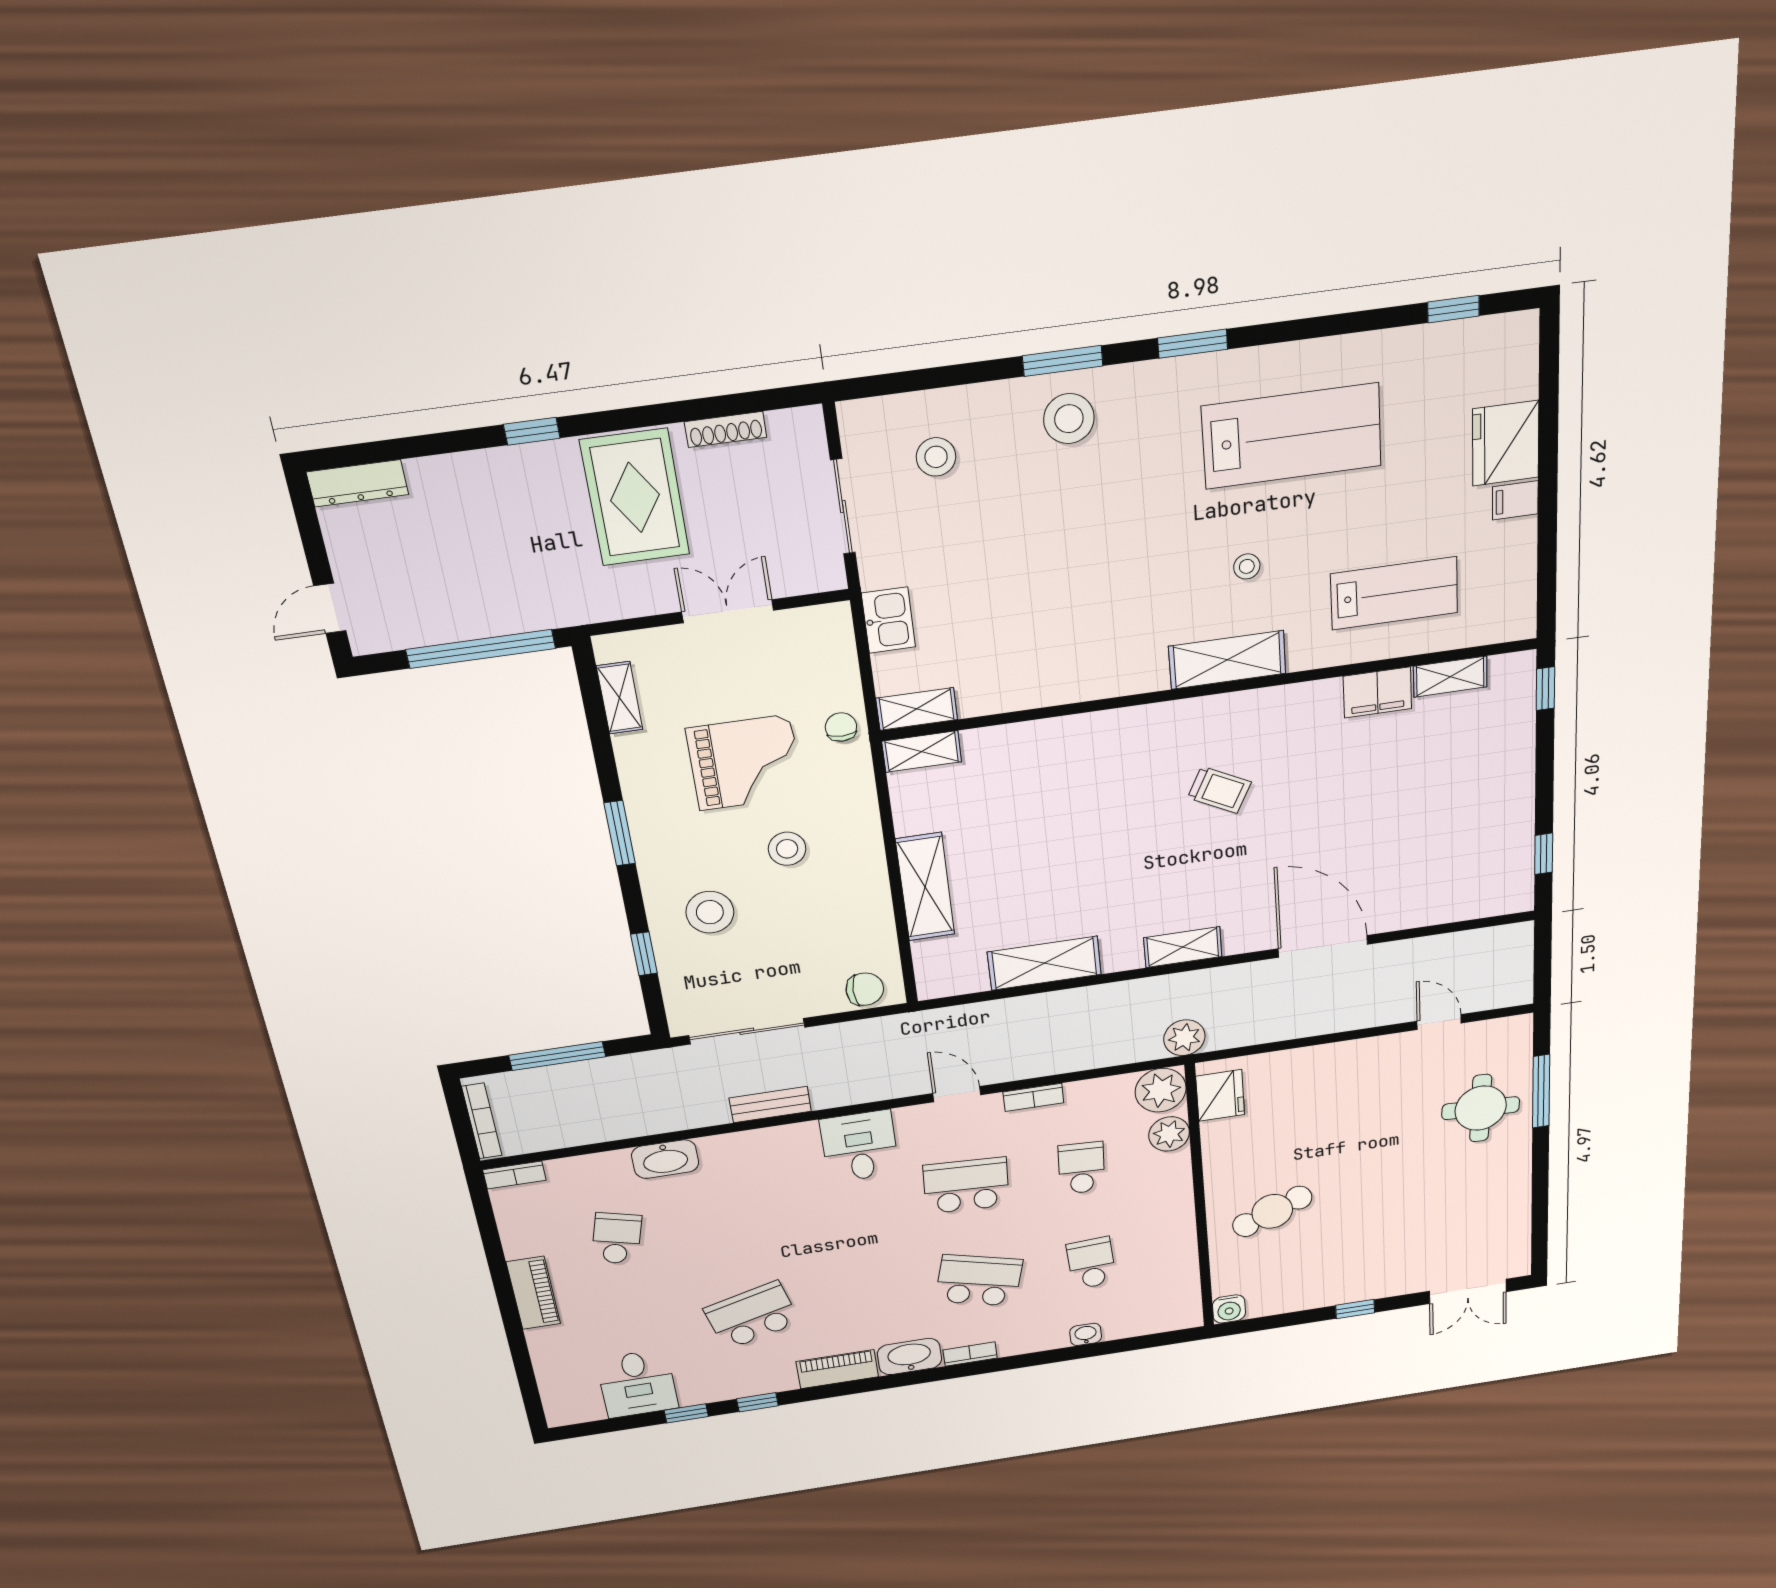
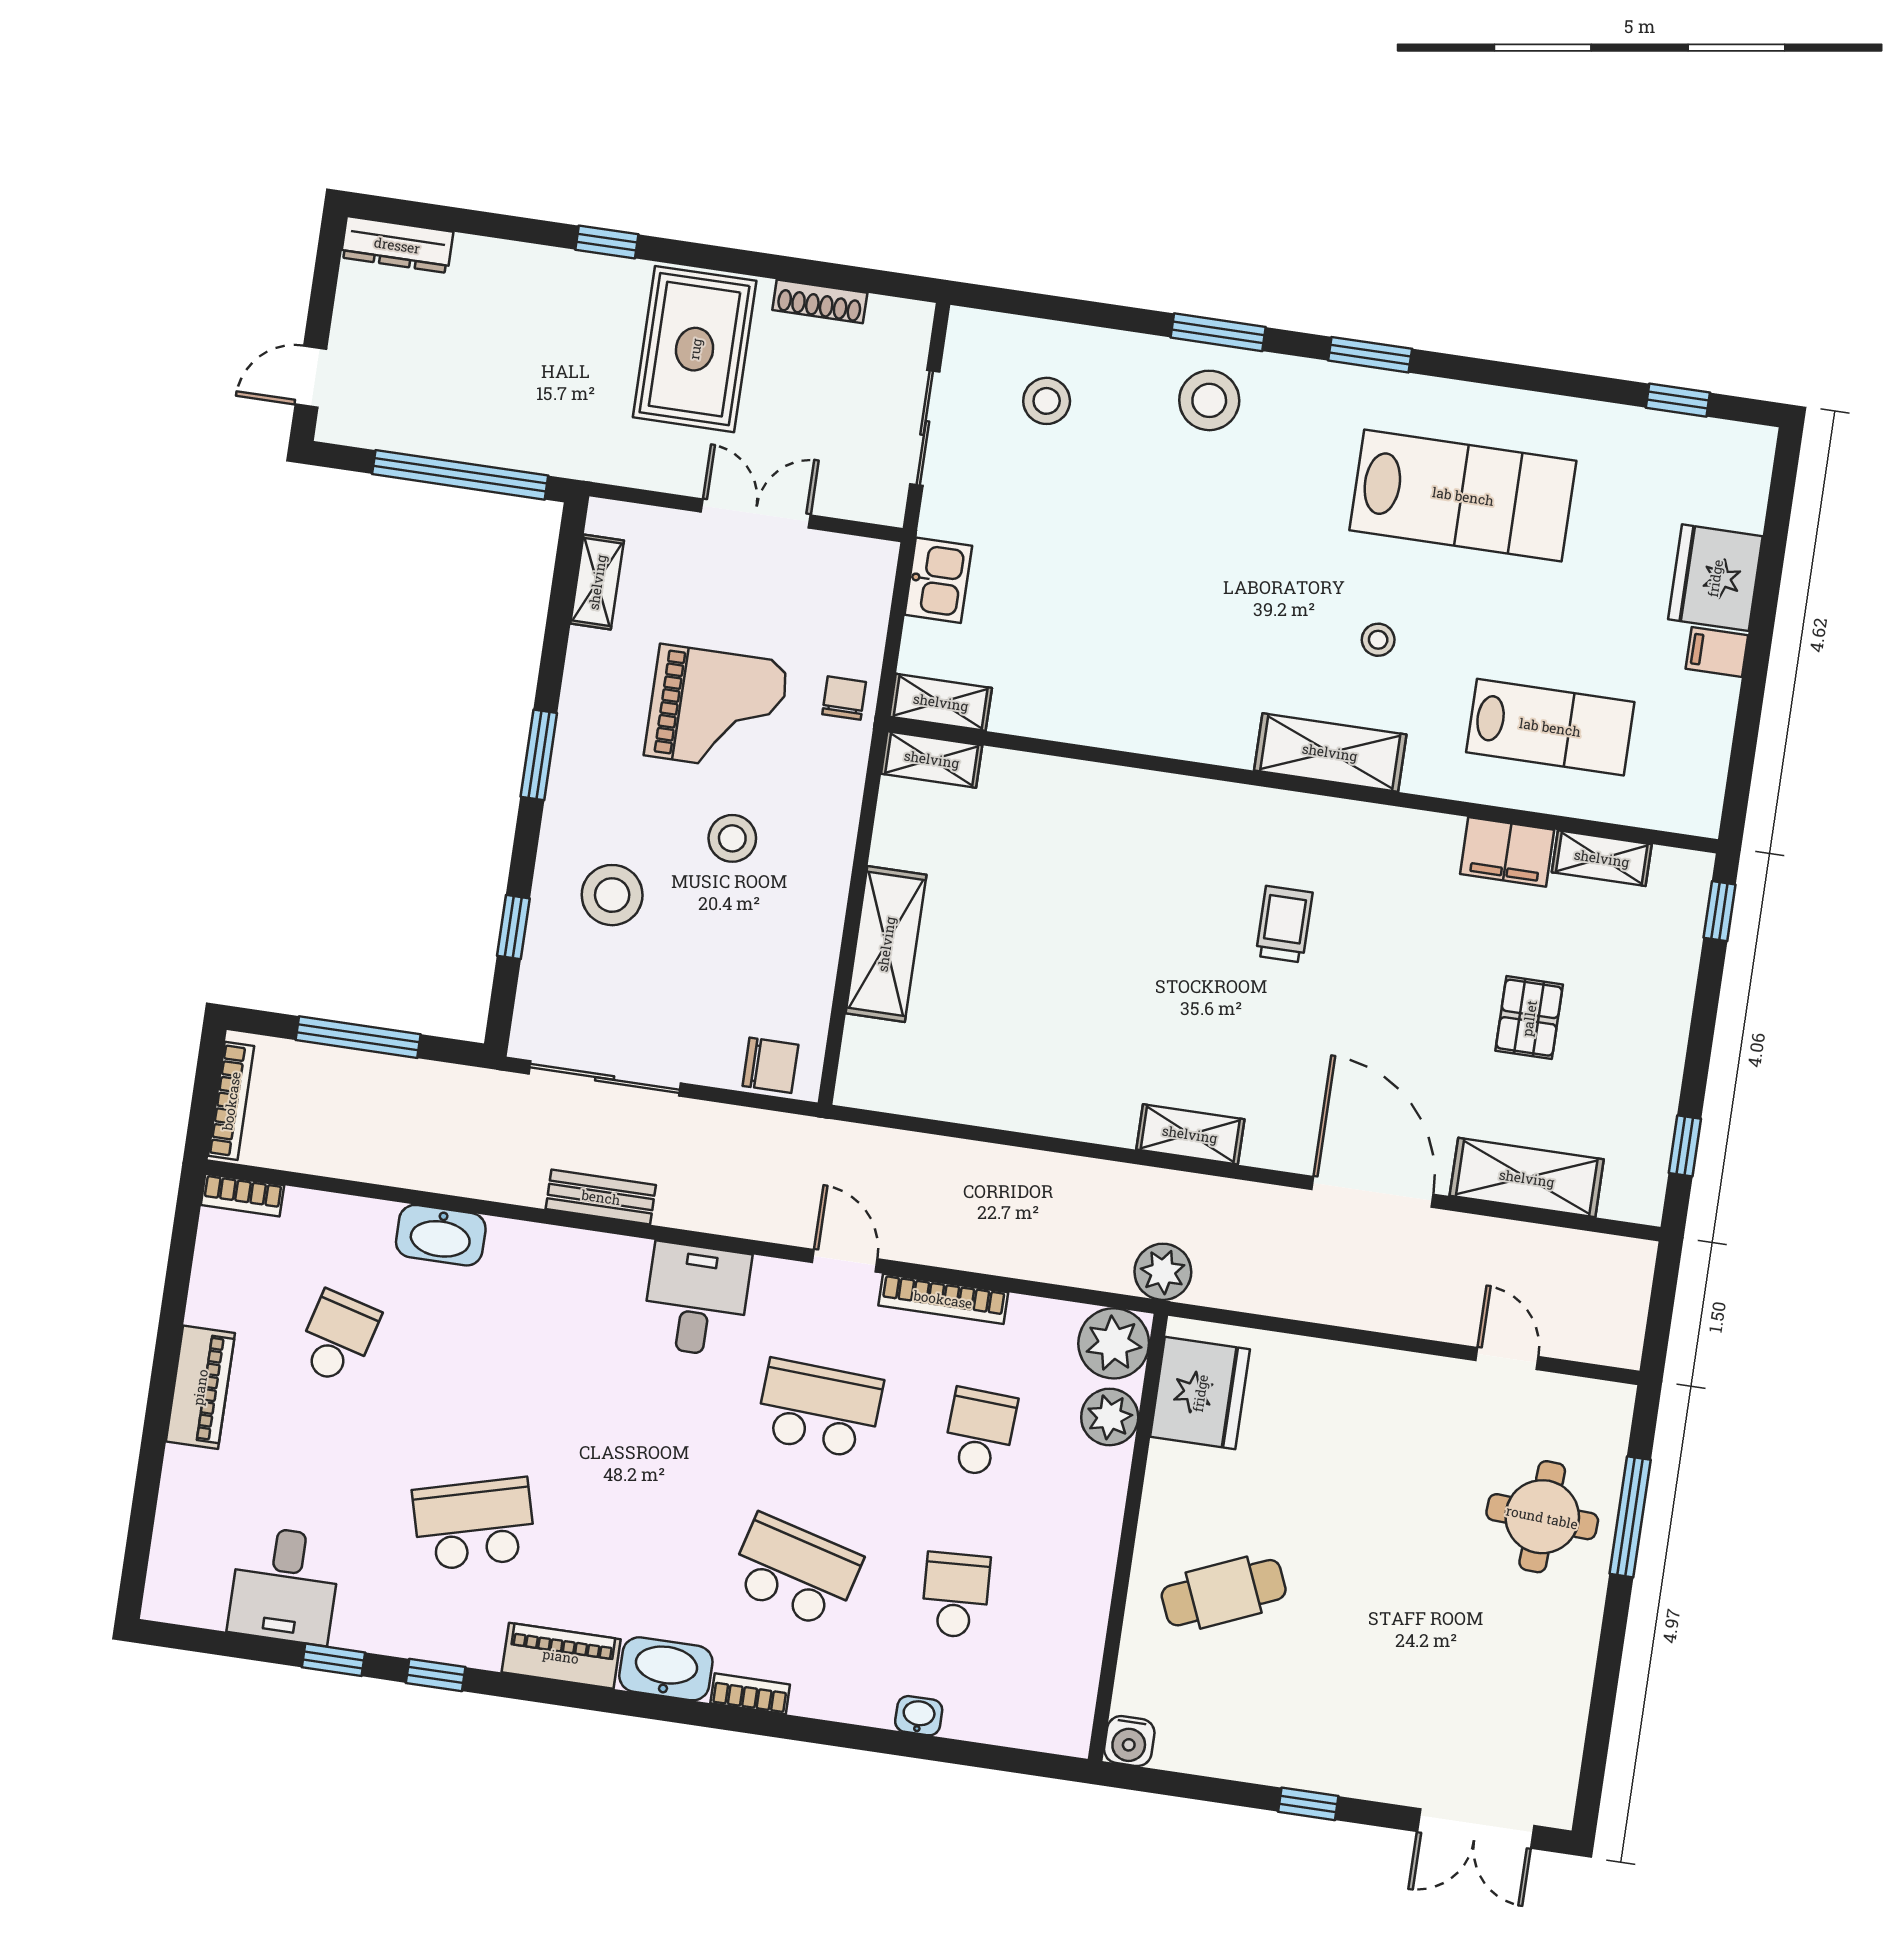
trolley: (1219, 790) -> (1284, 924), turned -117
pallet: (1415, 802) -> (1529, 1018), added
shelving: (1044, 963) -> (1527, 1178), moved
fridge: (1220, 1095) -> (1200, 1393), width x1.36, depth x1.34
bookcase: (1033, 1097) -> (943, 1299), width x1.56

